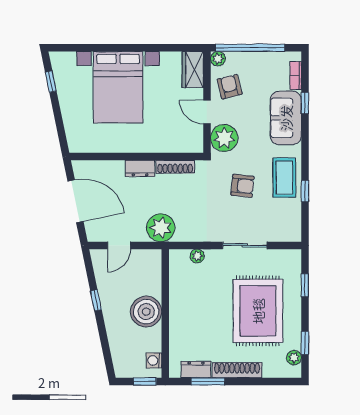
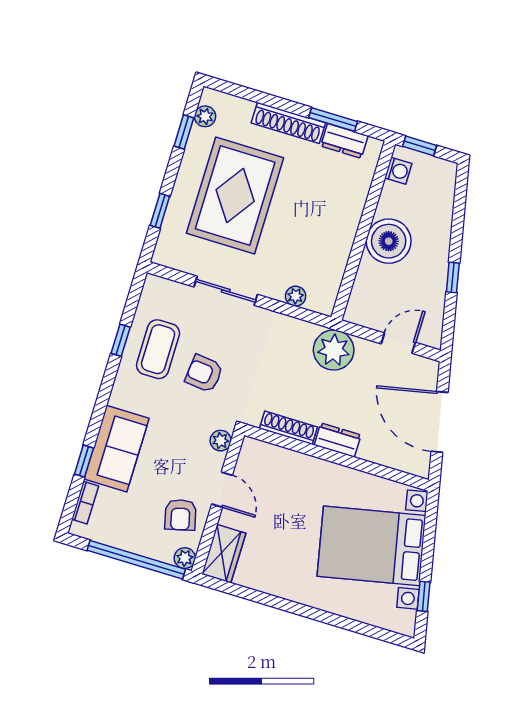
bed with nightstands: (118, 87) -> (371, 546), moved, turned -102
plant: (224, 138) -> (221, 441), width x0.53, depth x0.53
coffee table: (284, 178) -> (158, 349), moved

